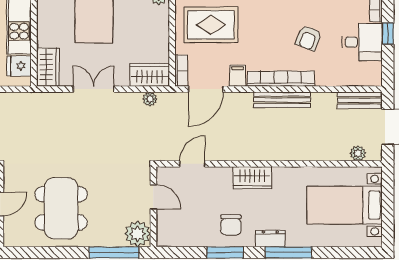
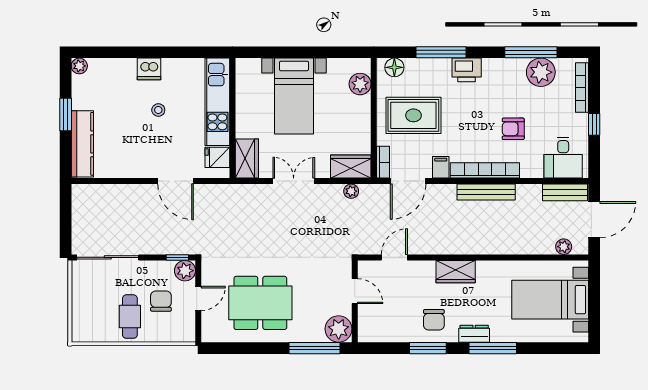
armchair: (308, 38) -> (513, 129), turned 69
desk: (362, 42) -> (563, 158), moved, turned 90
dining table: (61, 208) -> (260, 303), turned 90

